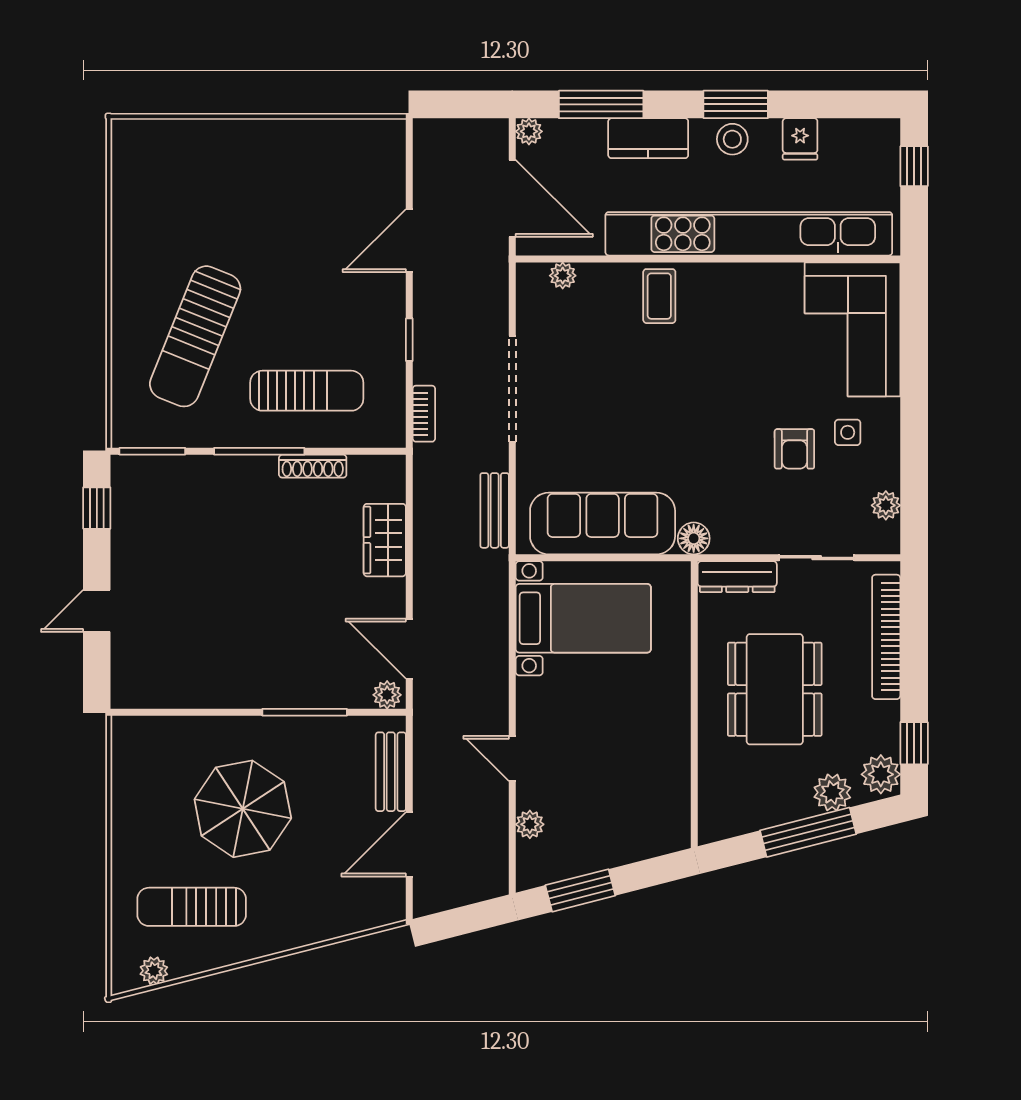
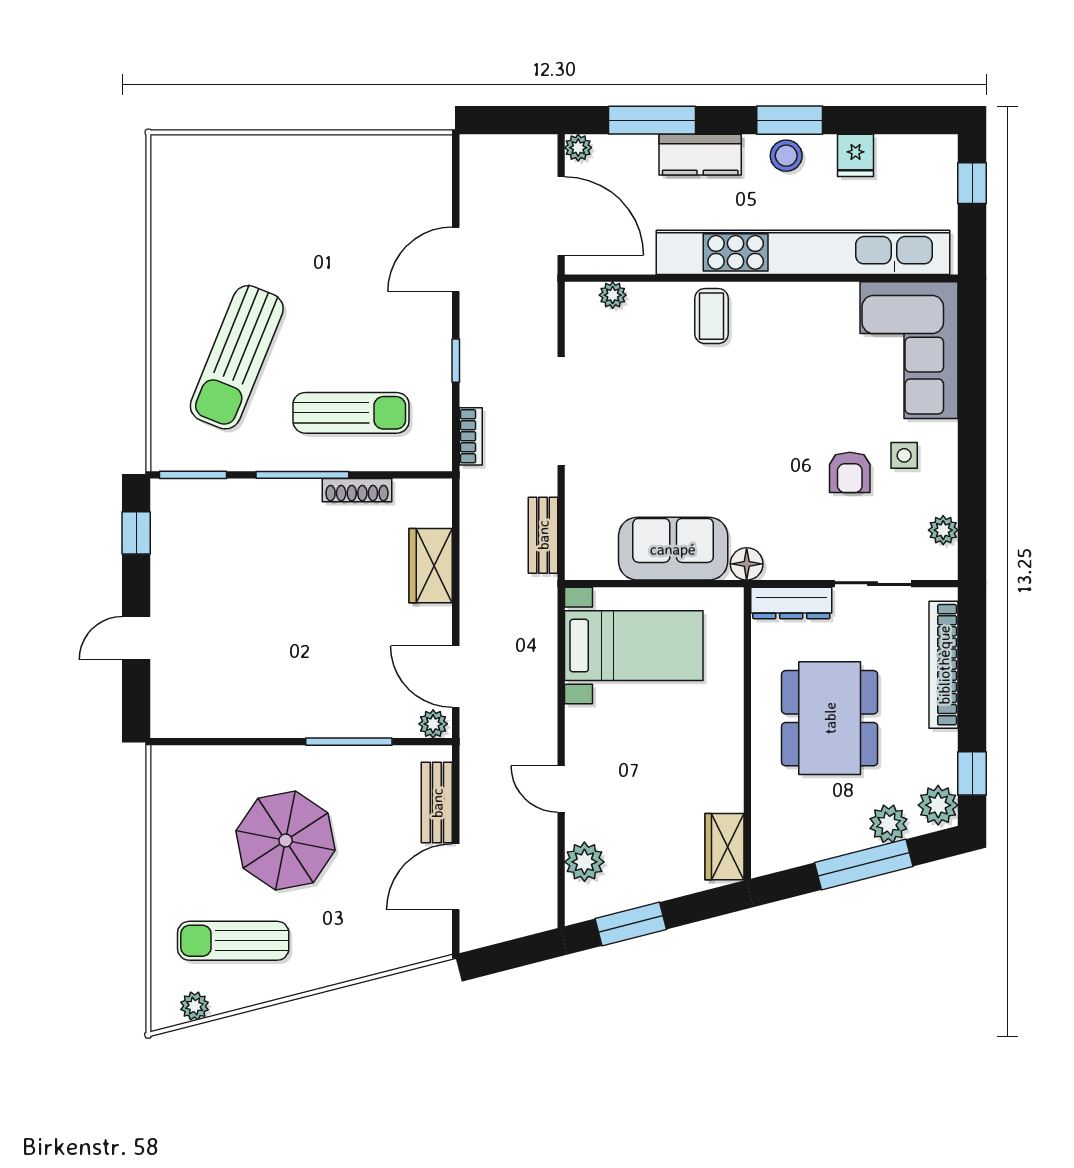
sofa: (603, 523) -> (673, 549), width x0.73
wardrobe: (672, 815) -> (724, 847), added
plant: (530, 824) -> (584, 862), width x1.38, depth x1.38

